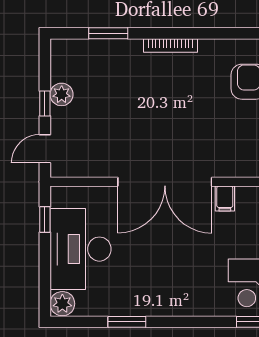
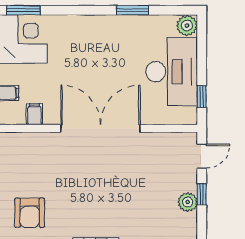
filing cabinet: (225, 199) -> (34, 114), moved

